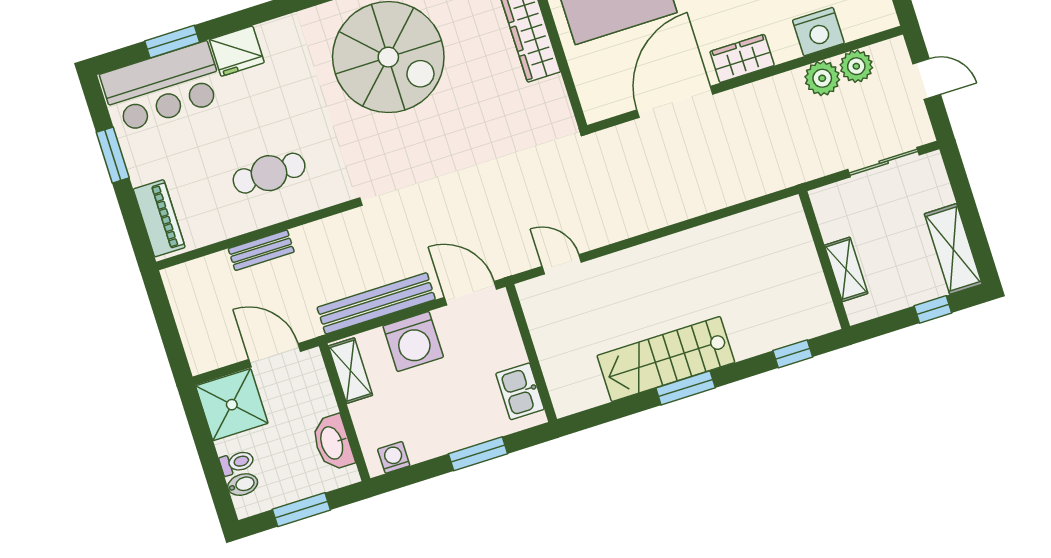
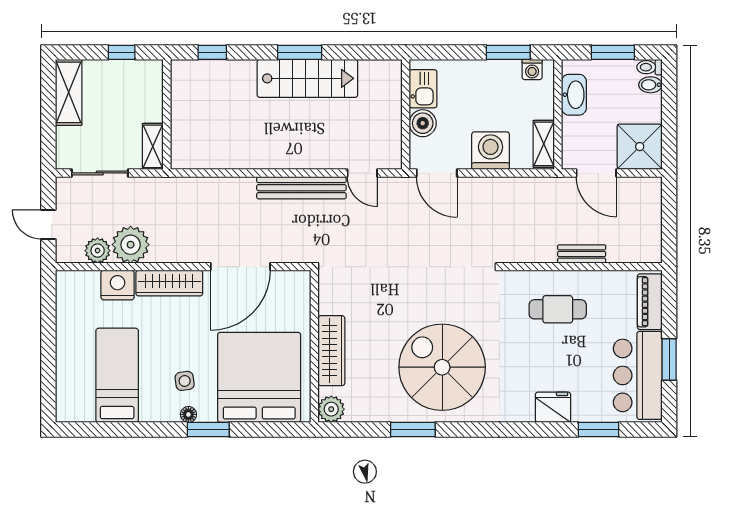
wardrobe: (742, 58) -> (169, 283), width x1.50
plant: (822, 78) -> (131, 245), width x1.36, depth x1.36
bar counter: (163, 87) -> (638, 375), moved, turned -90
shelving: (846, 269) -> (153, 146), moved
bench: (376, 303) -> (301, 188), moved
window: (933, 309) -> (122, 52), moved
boiler: (507, 349) -> (423, 123), added
window: (478, 454) -> (508, 52), moved
toilet: (237, 463) -> (649, 67), moved

